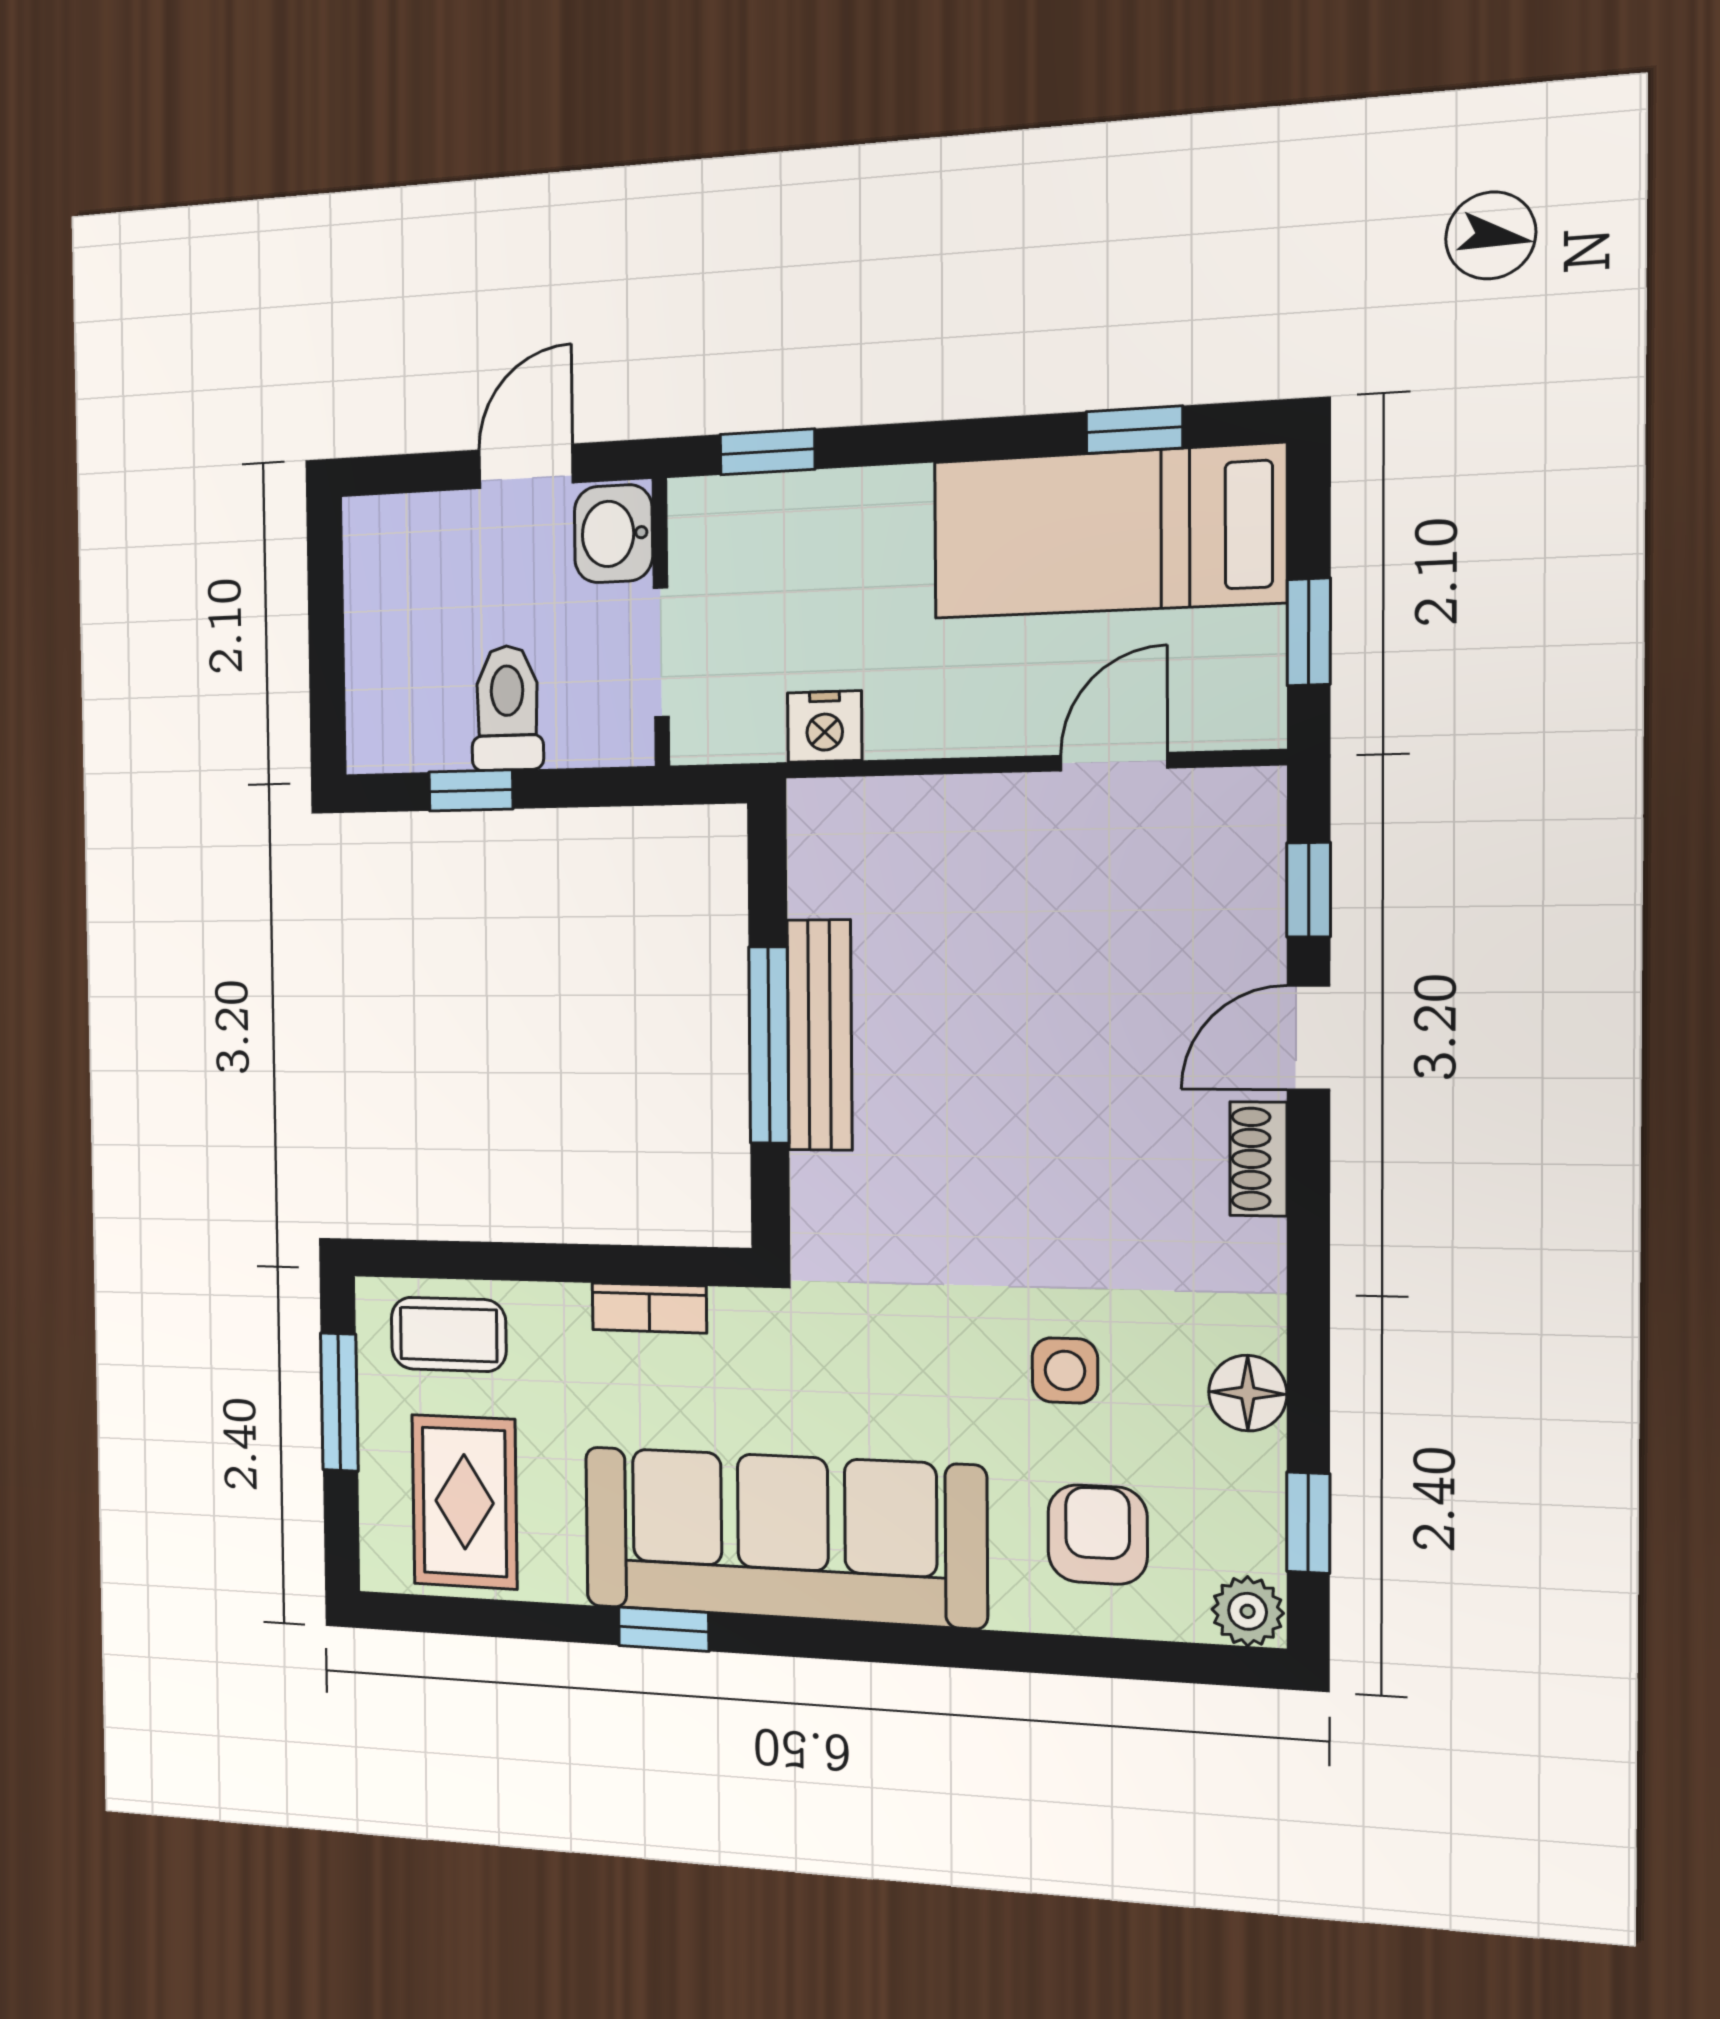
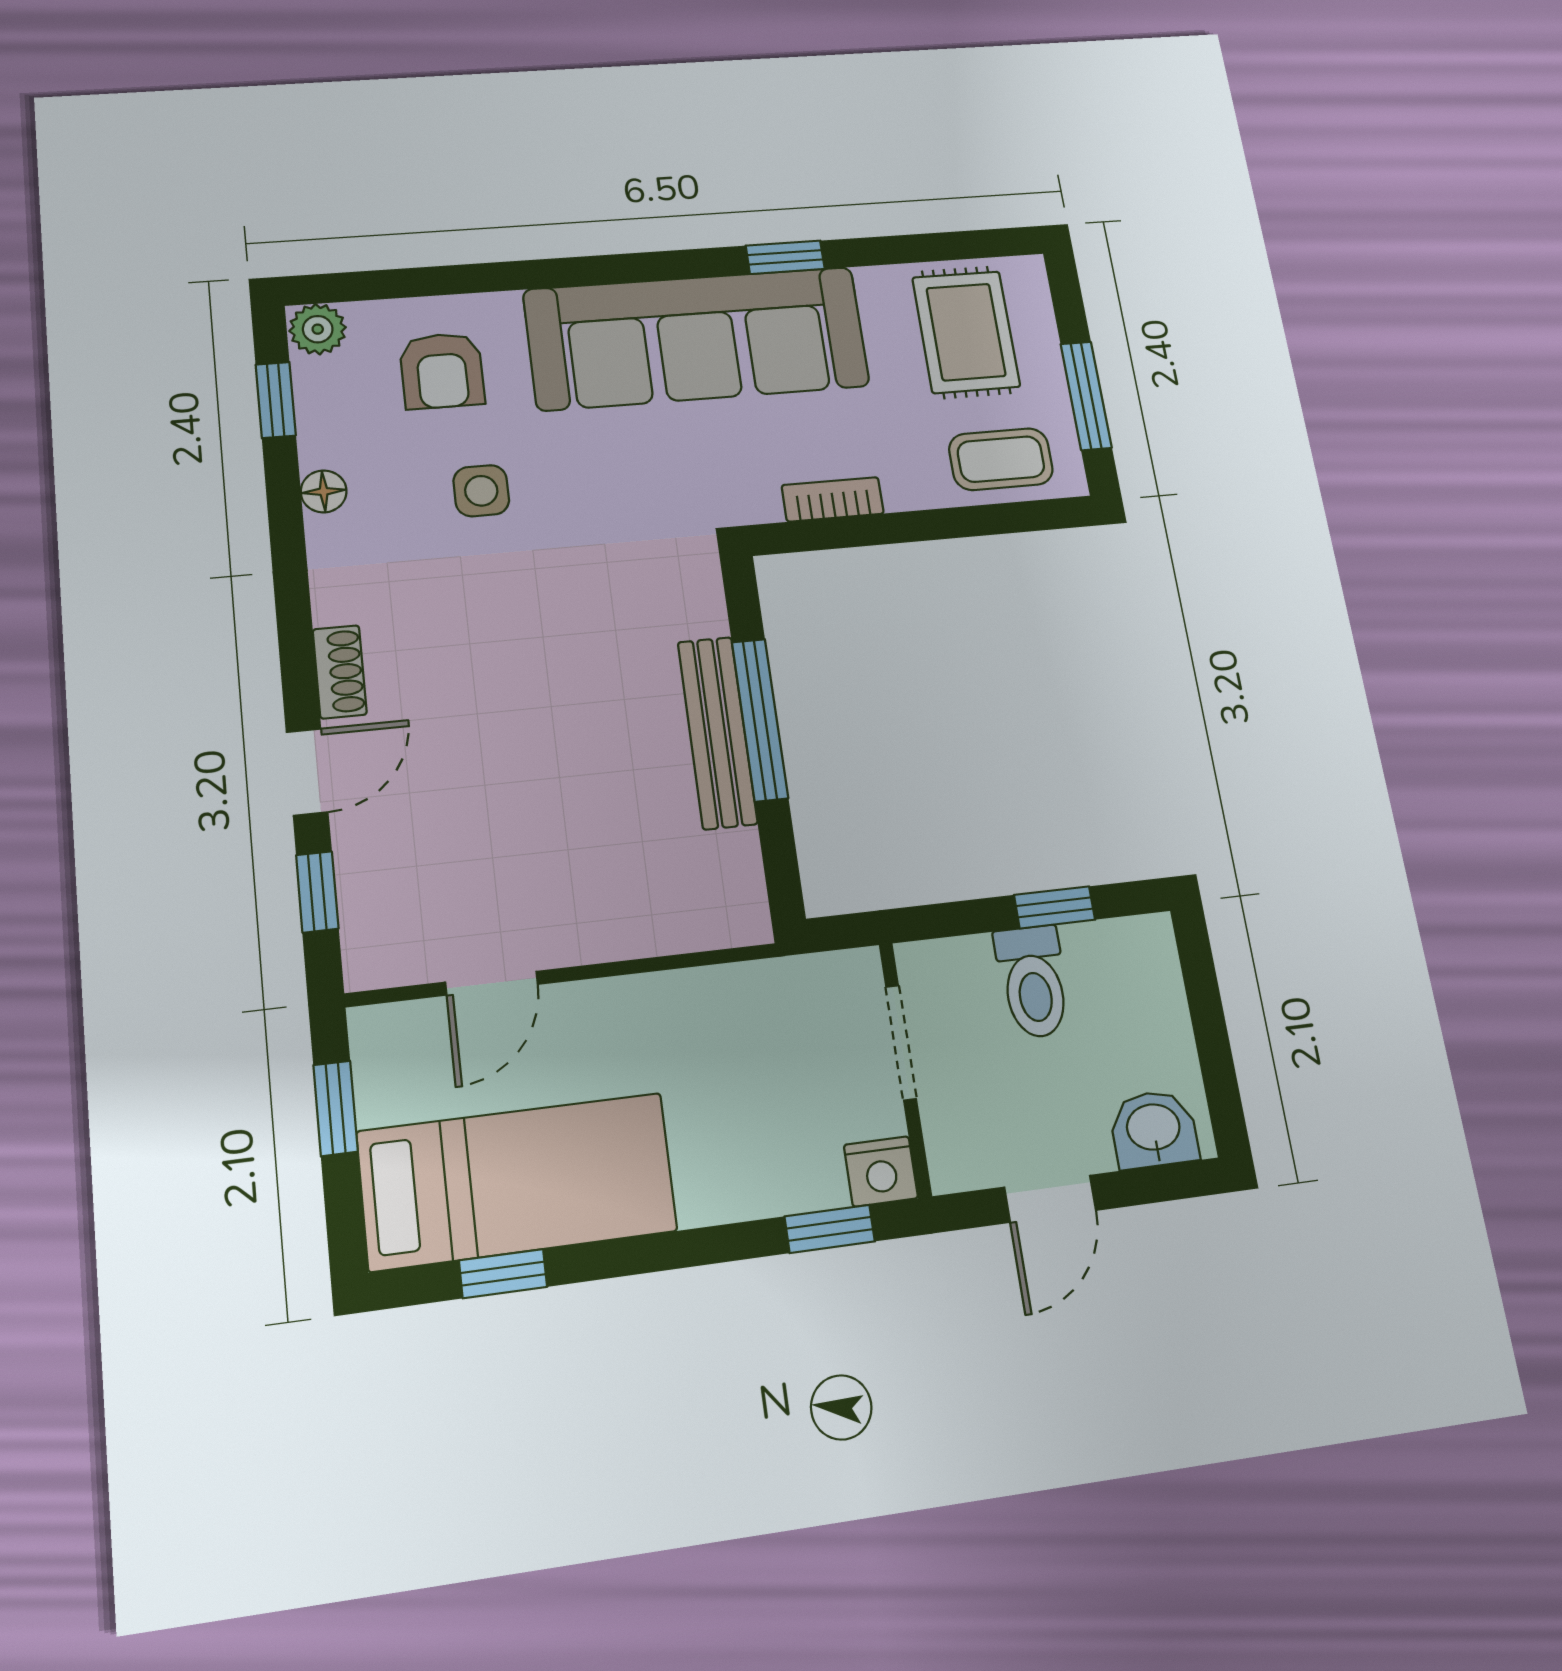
washbasin: (613, 534) -> (1154, 1129), moved, turned -90
nightstand: (825, 727) -> (881, 1171), moved, turned 180
floor lamp: (1248, 1393) -> (324, 491), width x0.73, depth x0.73

